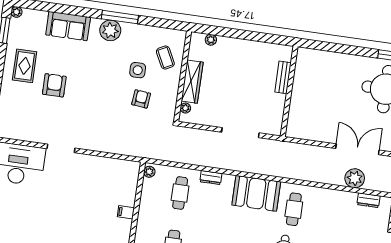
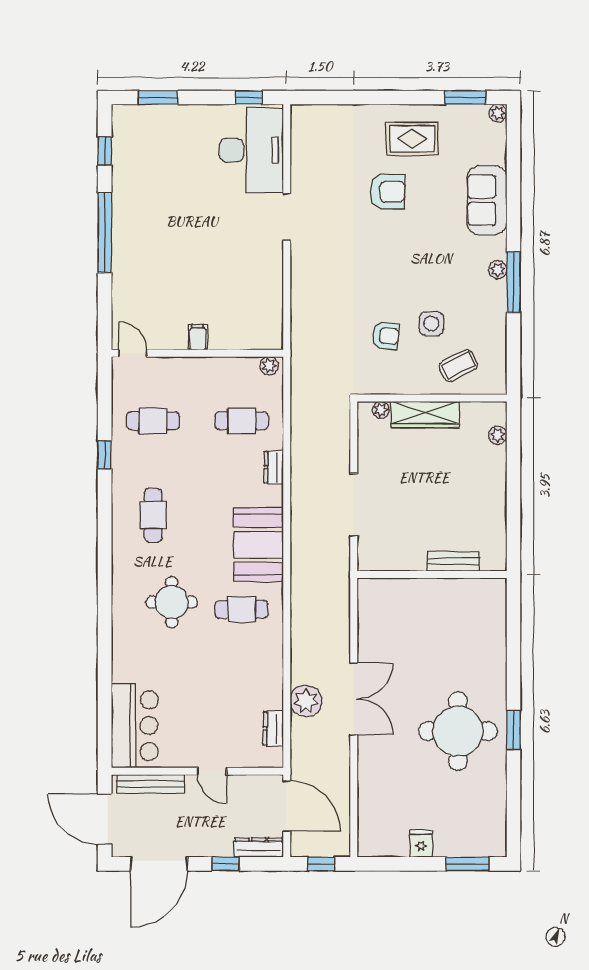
plant: (110, 30) -> (498, 270), width x0.53, depth x0.53

